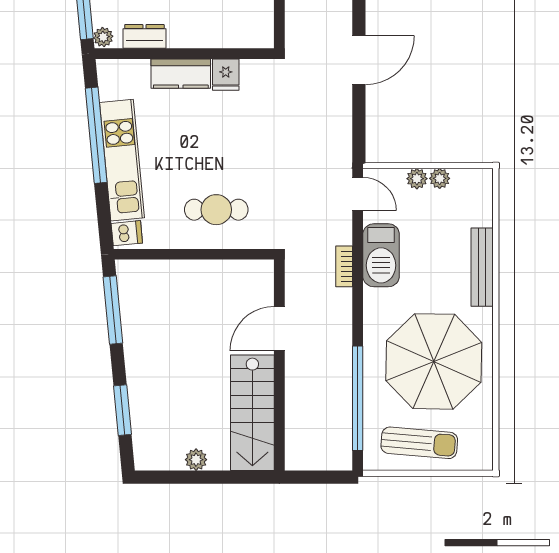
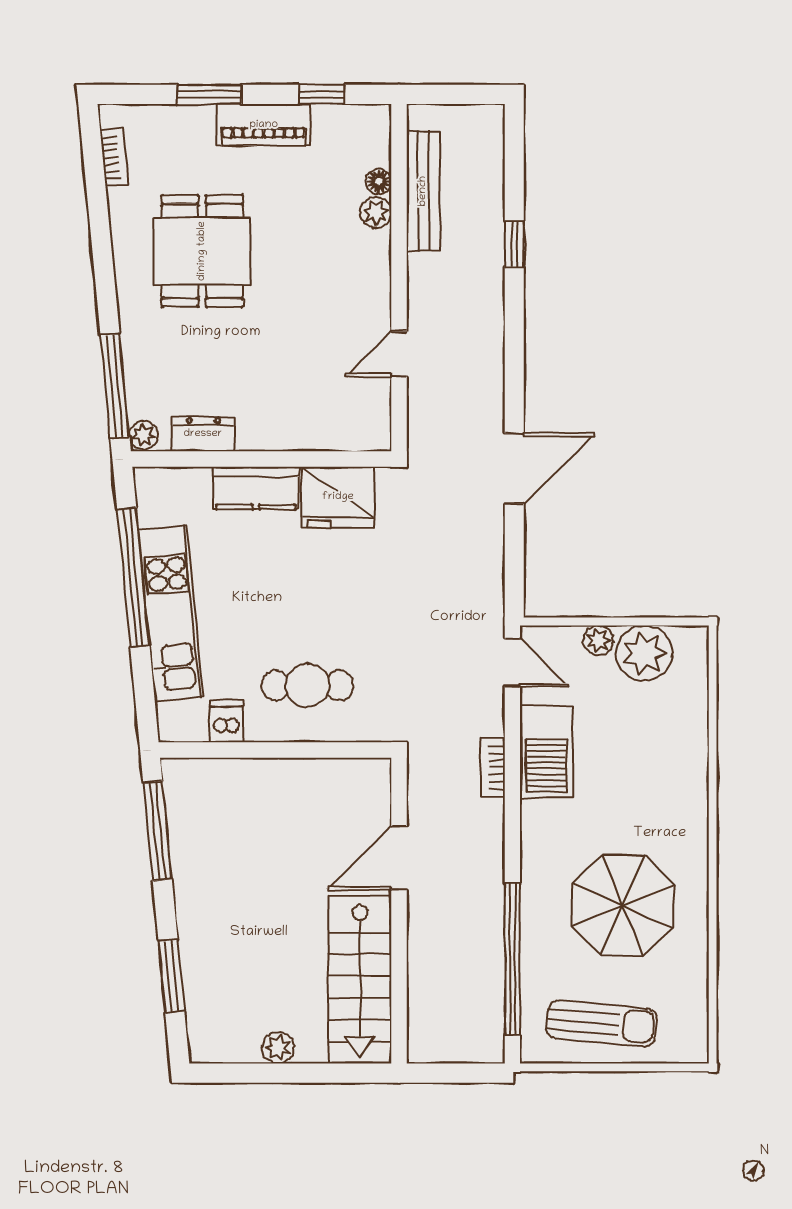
fridge: (226, 75) -> (338, 497), width x1.88, depth x1.34
plant: (440, 178) -> (644, 653), width x1.88, depth x1.88
dishwasher: (127, 233) -> (227, 721), moved, turned -85
bench: (482, 267) -> (693, 769), removed
parasol: (434, 361) -> (623, 905), width x0.73, depth x0.73

